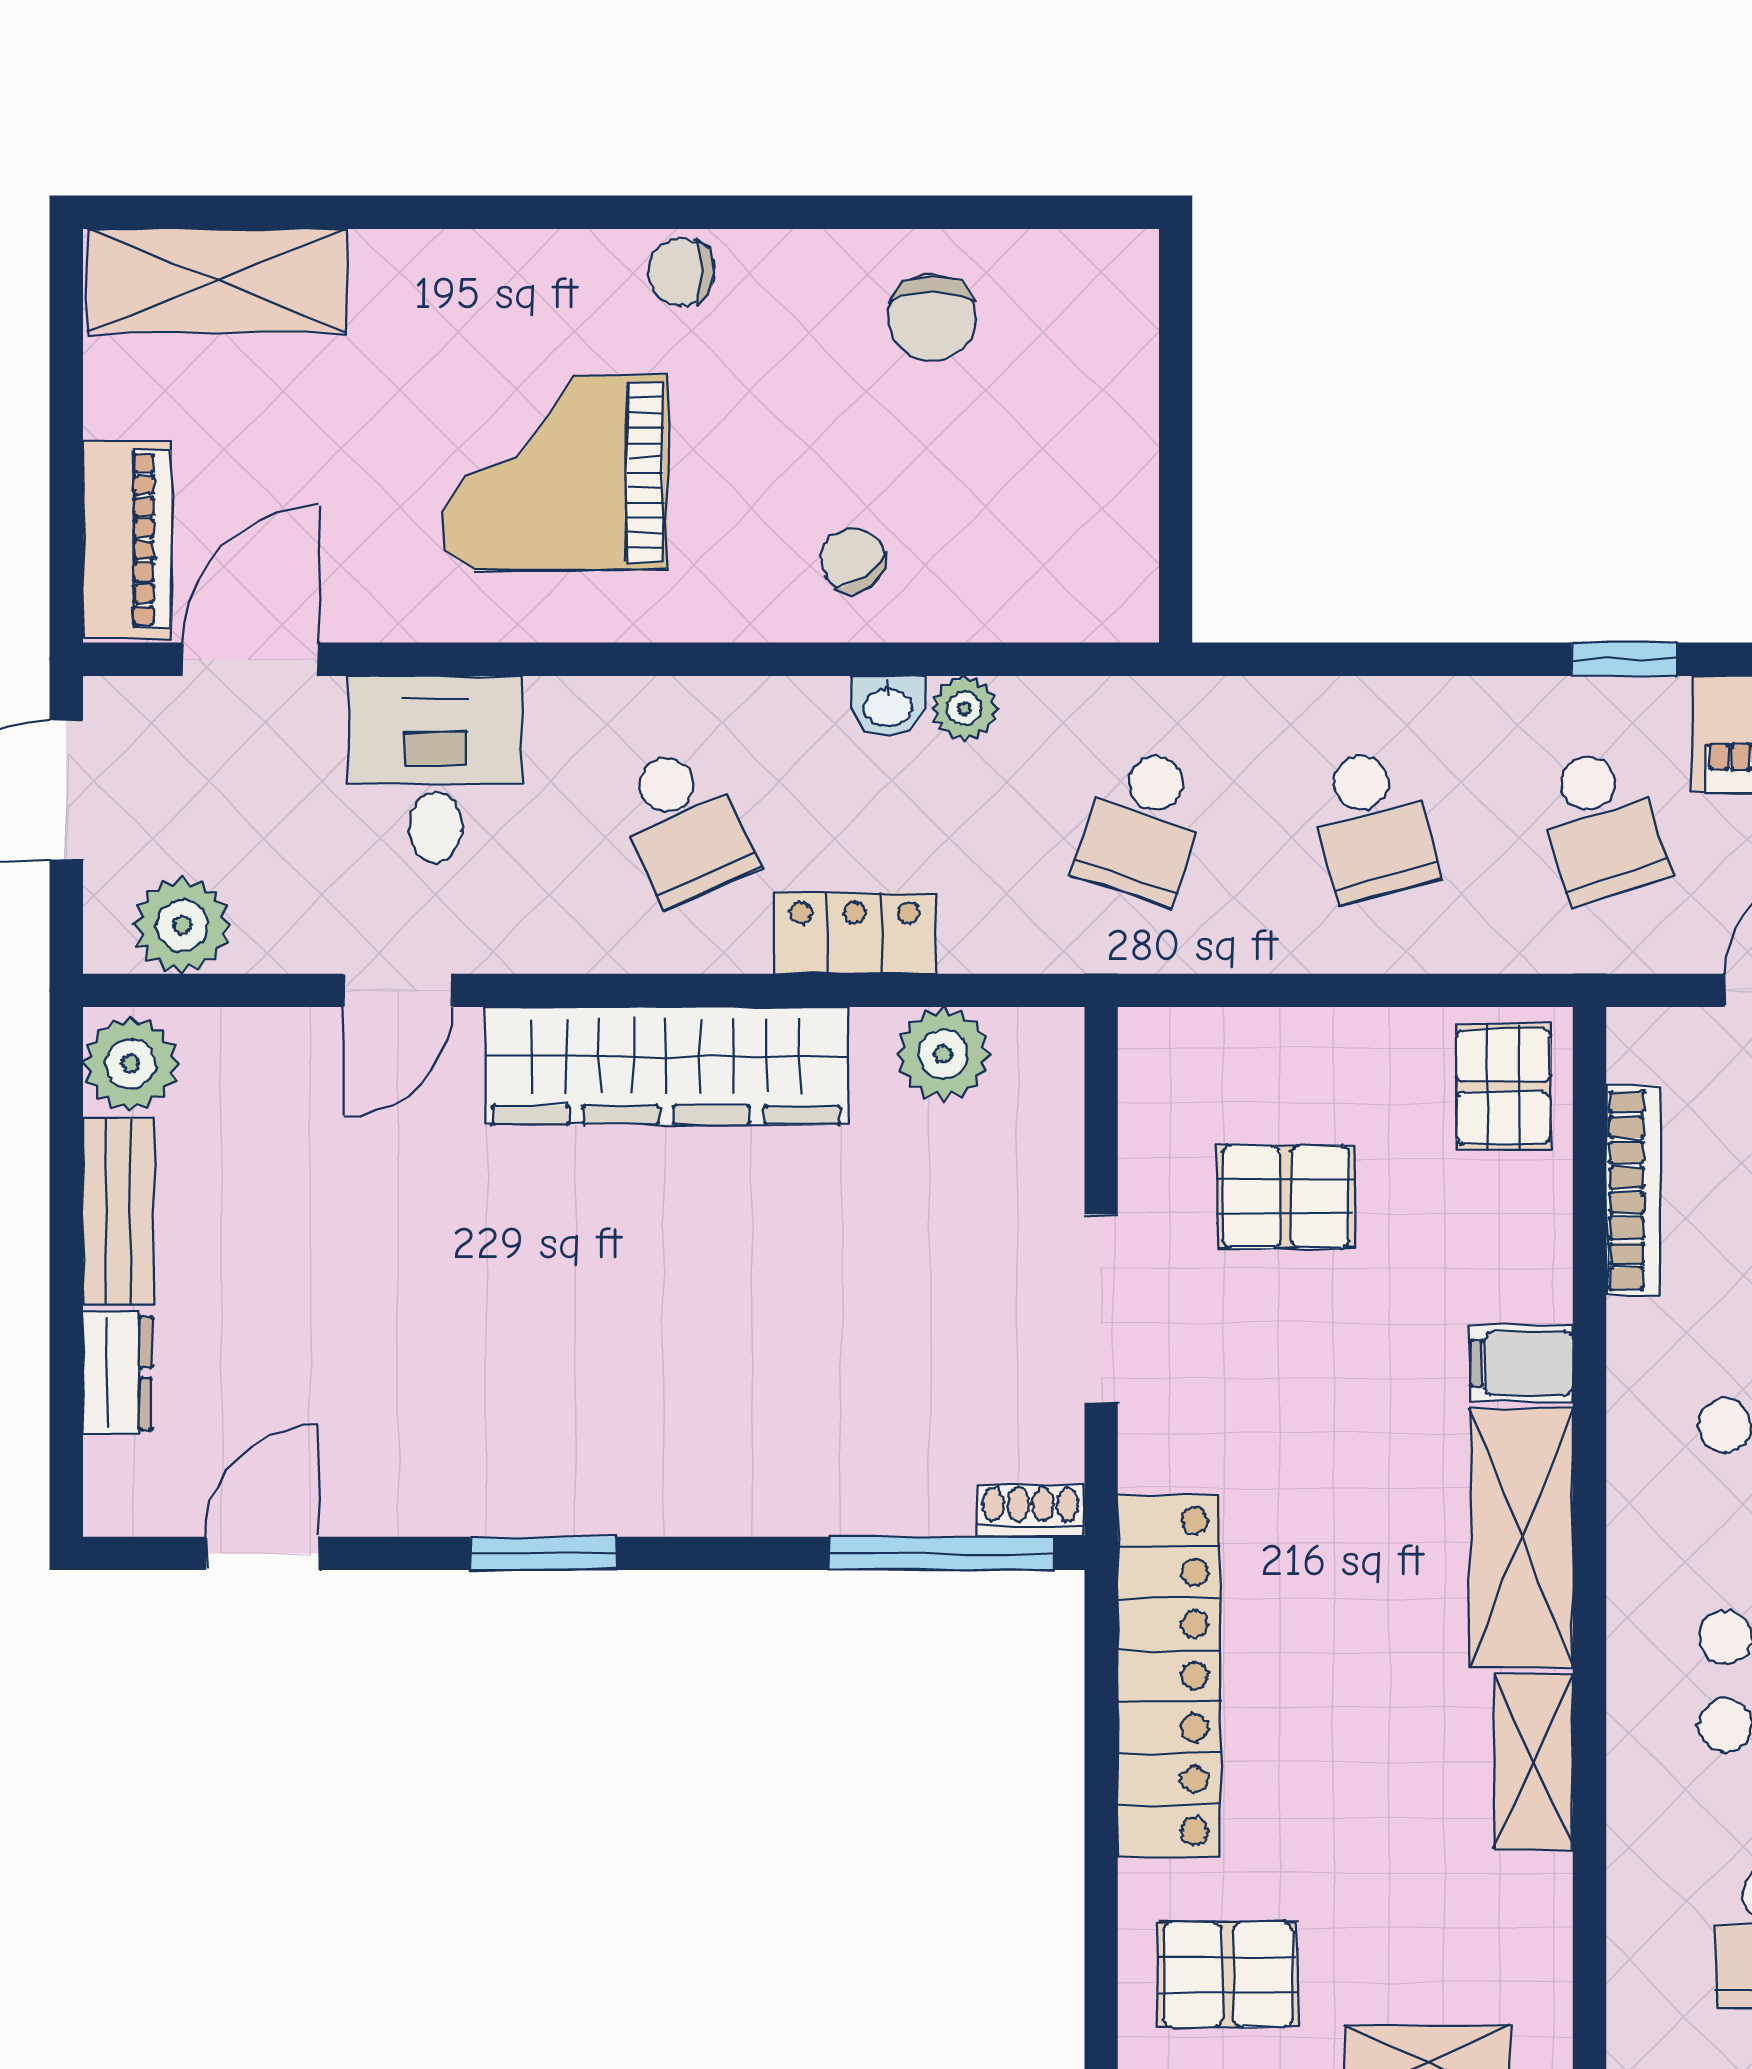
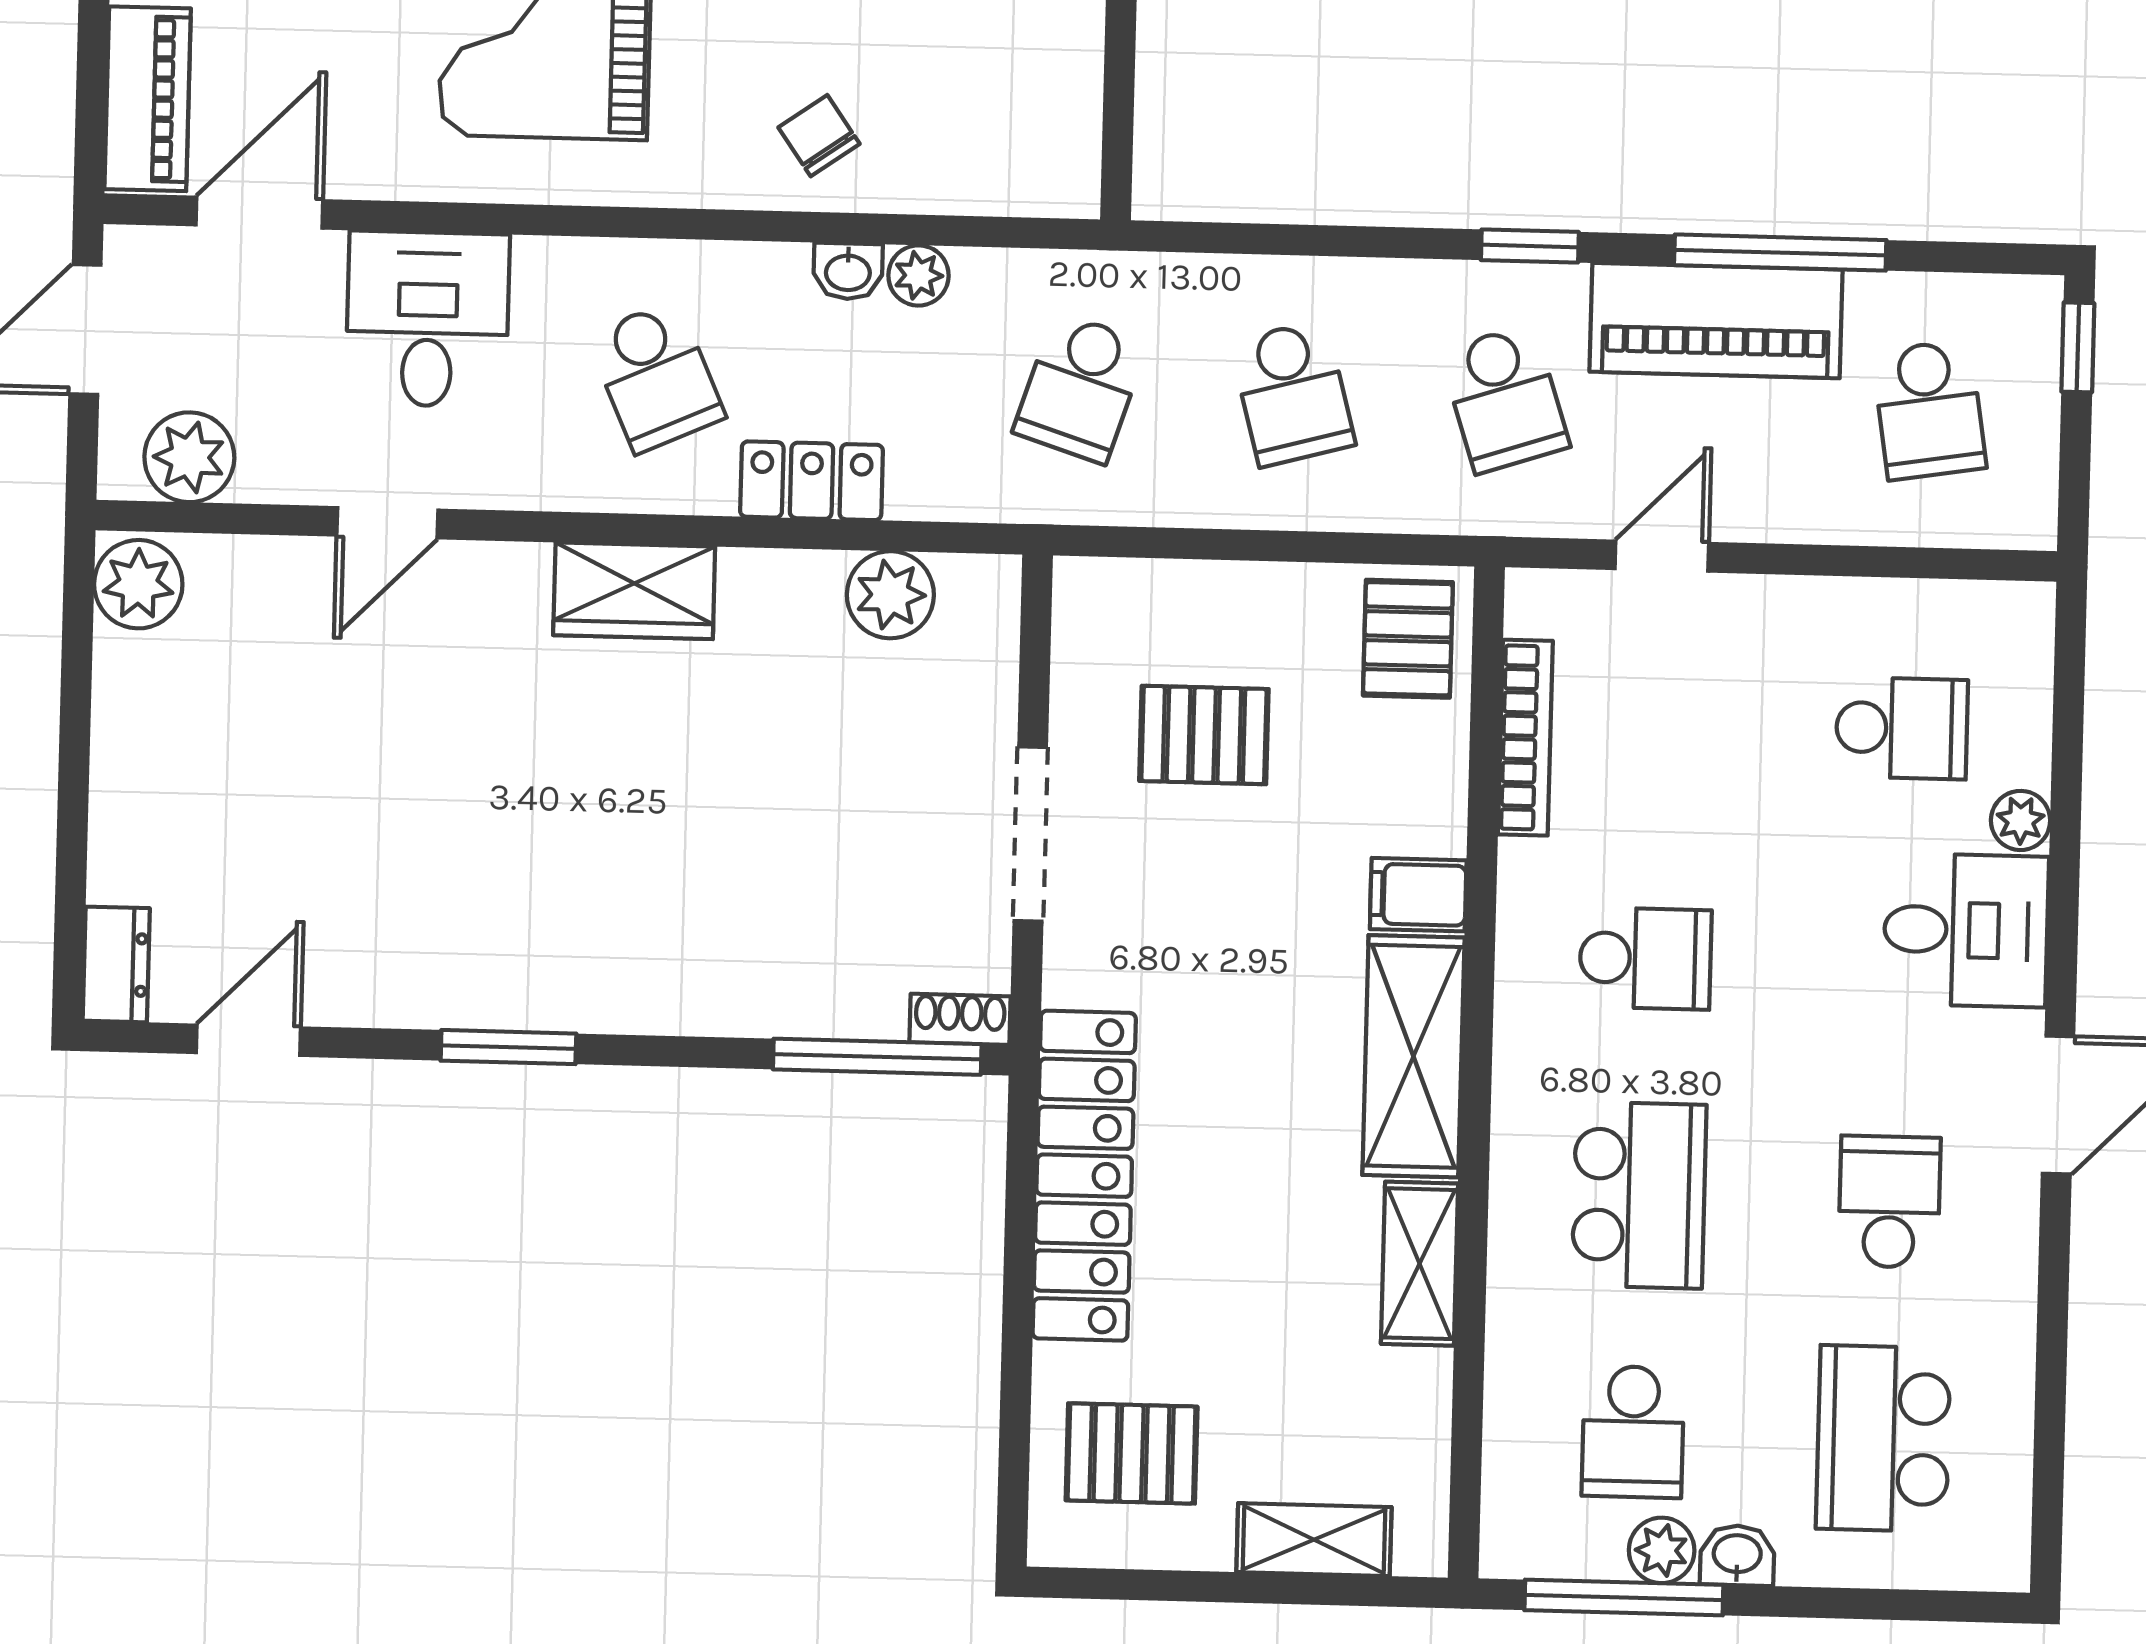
wardrobe: (666, 1066) -> (634, 591), width x0.48, depth x0.85
bench: (118, 1211) -> (123, 720), removed
dresser: (117, 1373) -> (116, 964), moved

